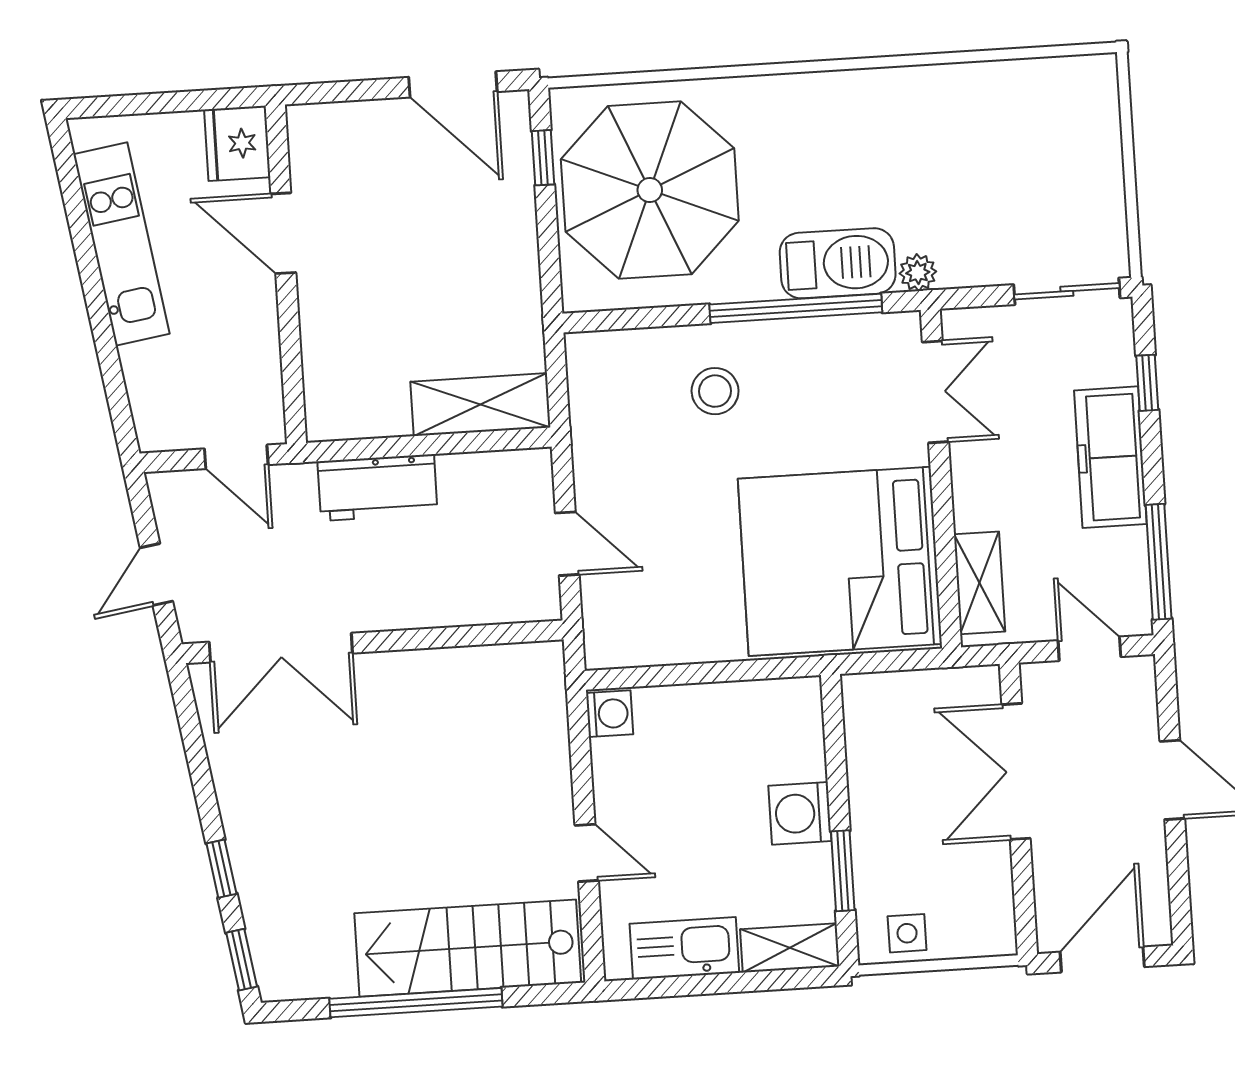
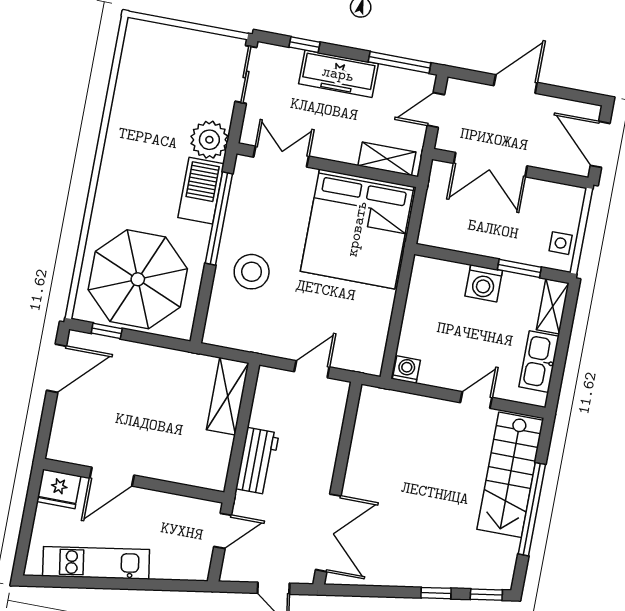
plant: (918, 273) -> (209, 140), width x1.88, depth x1.88
stool: (715, 391) -> (252, 272), width x1.38, depth x1.38

